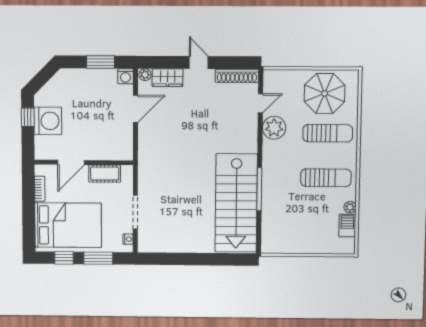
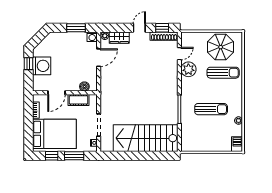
door: (199, 63) -> (139, 28), hinge flipped
window: (234, 63) -> (162, 28), added
boiler: (114, 153) -> (84, 86), added
sun lounger: (326, 178) -> (211, 109), moved
stairs: (236, 203) -> (146, 138), moved, turned 90
barbecue: (347, 226) -> (237, 144), moved

